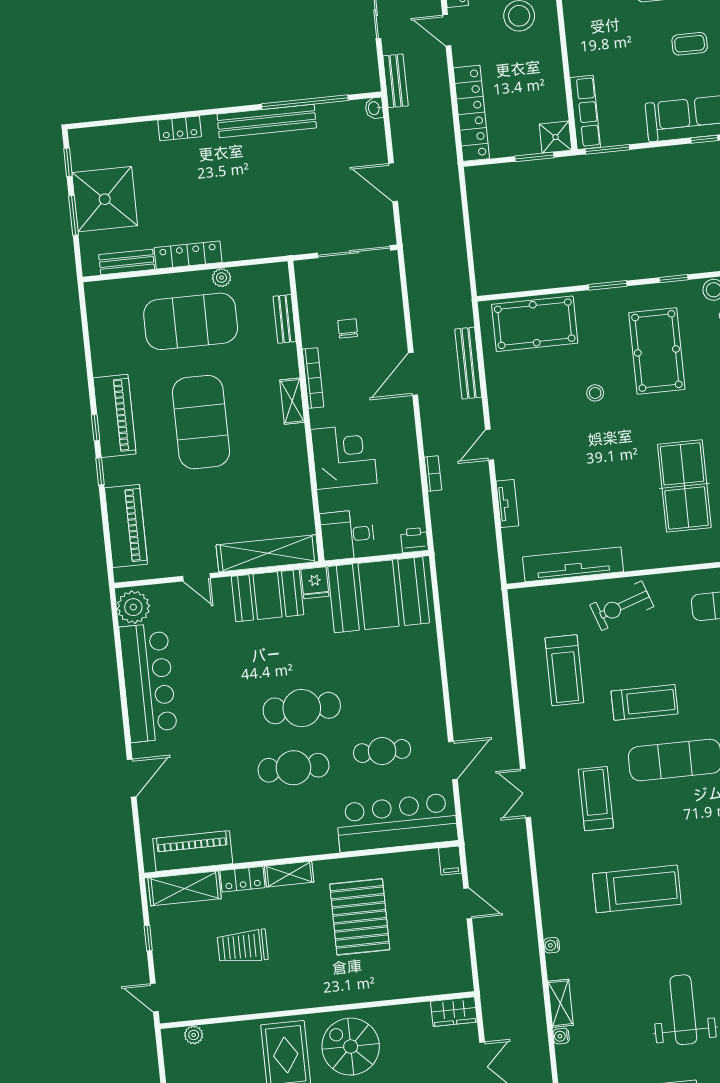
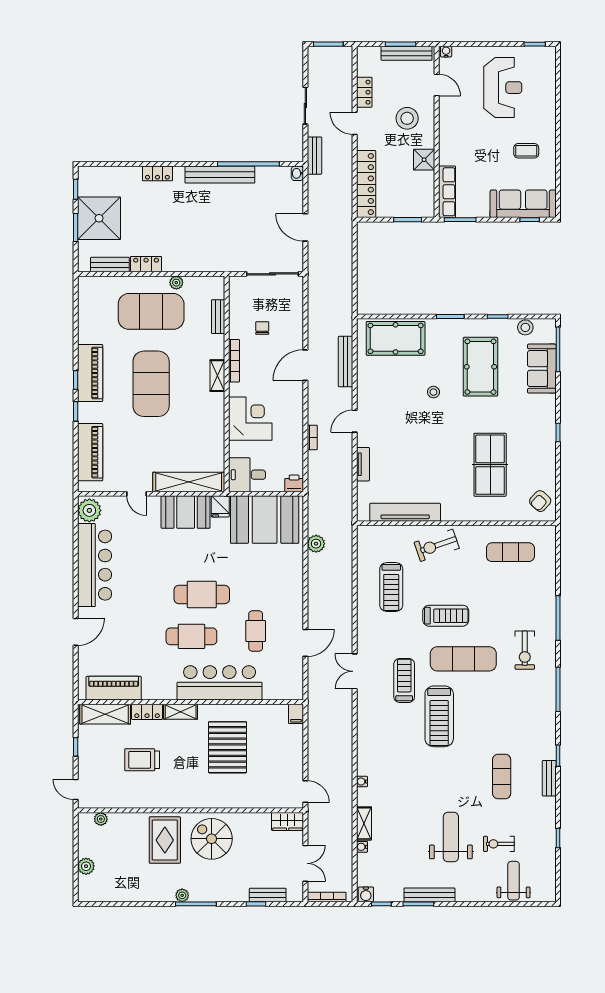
shower: (556, 137) -> (424, 160), moved
locker: (188, 255) -> (146, 264), width x0.66
plant: (454, 621) -> (316, 544), added
cafe table: (382, 751) -> (256, 631), turned 90
bar counter: (397, 822) -> (220, 683), moved
treadmill: (637, 889) -> (439, 716), moved, turned 90
door: (468, 903) -> (305, 792), moved

